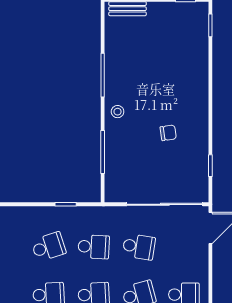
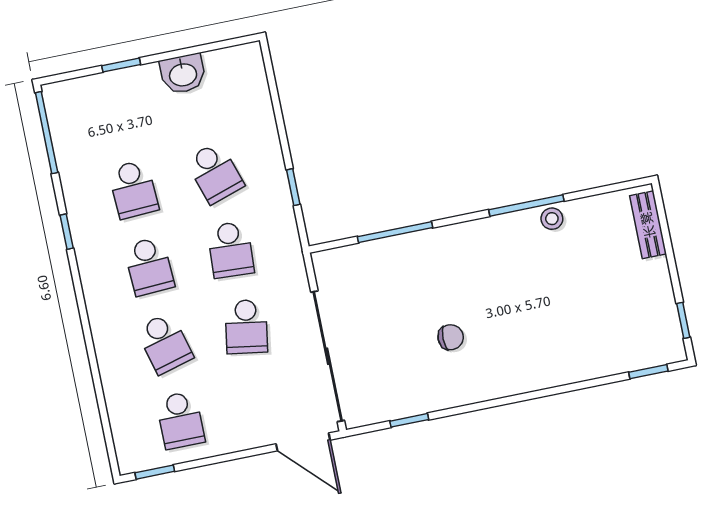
stool: (118, 112) -> (552, 219), moved
chair: (168, 133) -> (451, 337), turned -82

